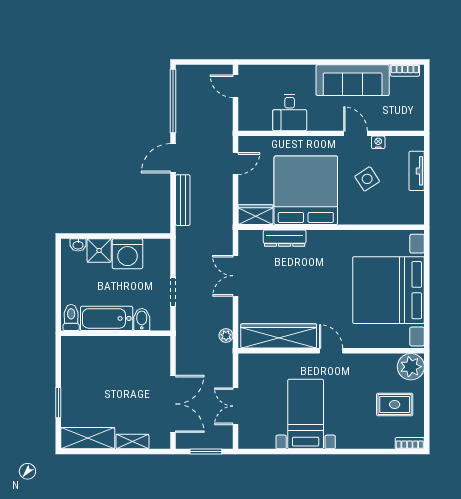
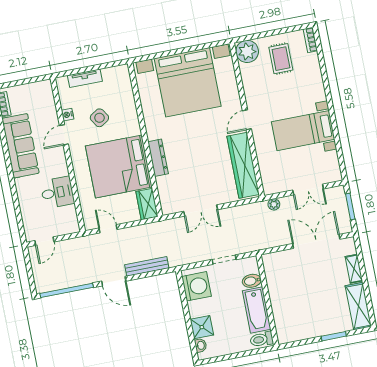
dresser: (285, 238) -> (158, 158), moved
washing machine: (127, 254) -> (196, 286), moved
plant: (226, 336) -> (274, 204), moved

